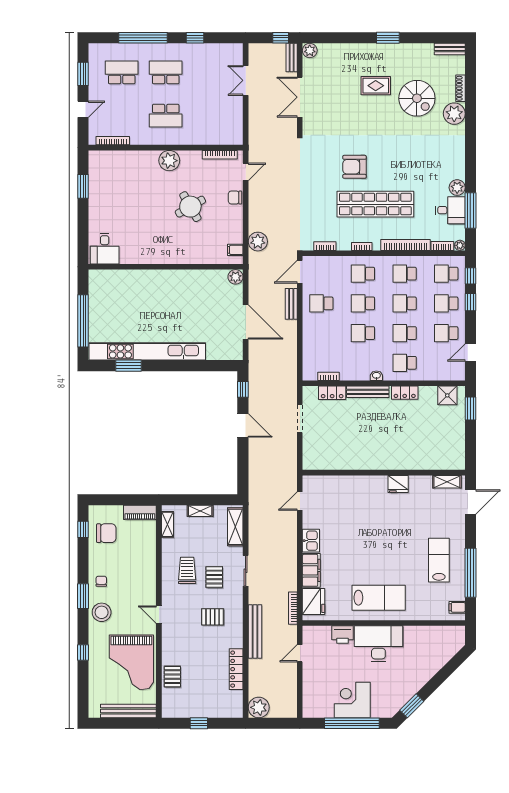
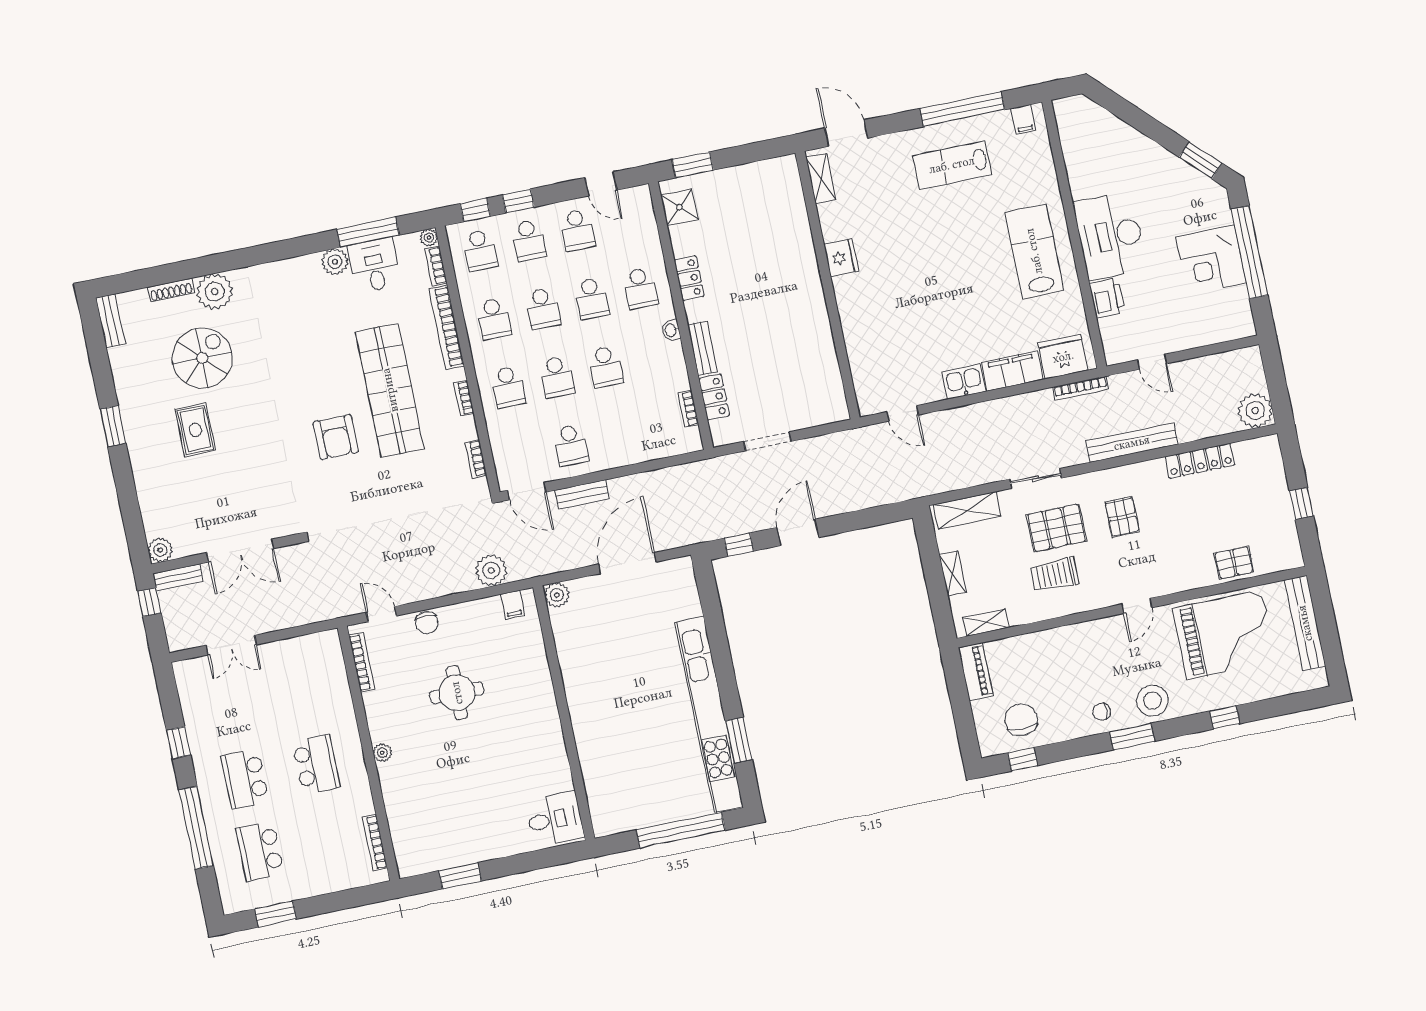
door: (83, 109) -> (334, 902), removed
plant: (169, 161) -> (382, 753), width x0.53, depth x0.53
round table: (190, 207) -> (457, 693), turned 31
bench: (368, 392) -> (702, 348), width x0.73
pallet: (214, 577) -> (1056, 528), width x1.50, depth x1.42

